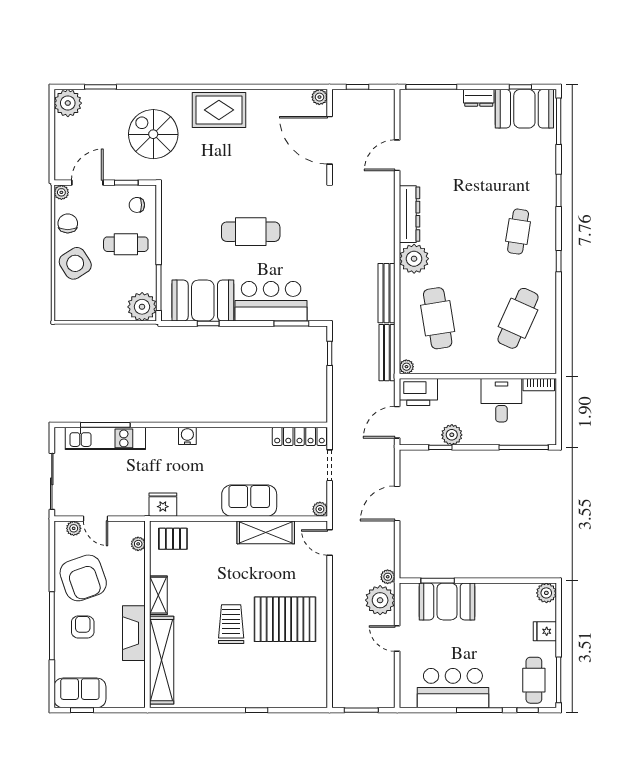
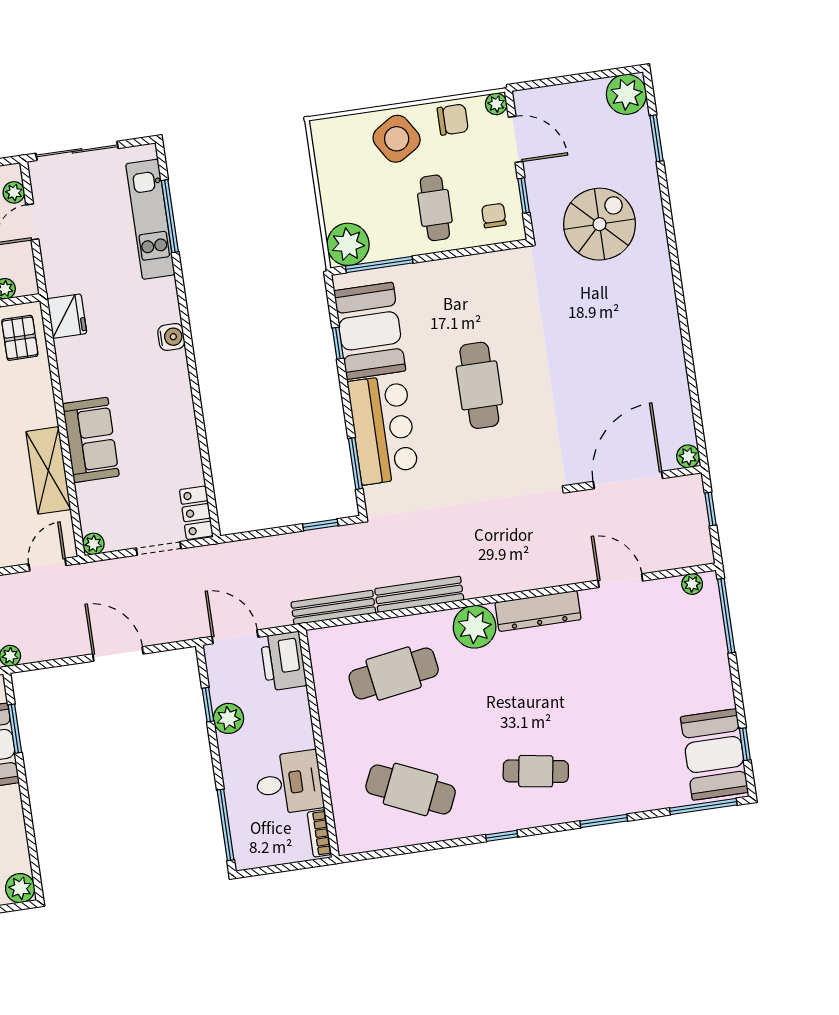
dresser: (479, 98) -> (721, 686), removed
rug: (219, 110) -> (648, 314), removed
plant: (406, 367) -> (692, 584), moved
locker: (299, 436) -> (196, 513), width x0.66

